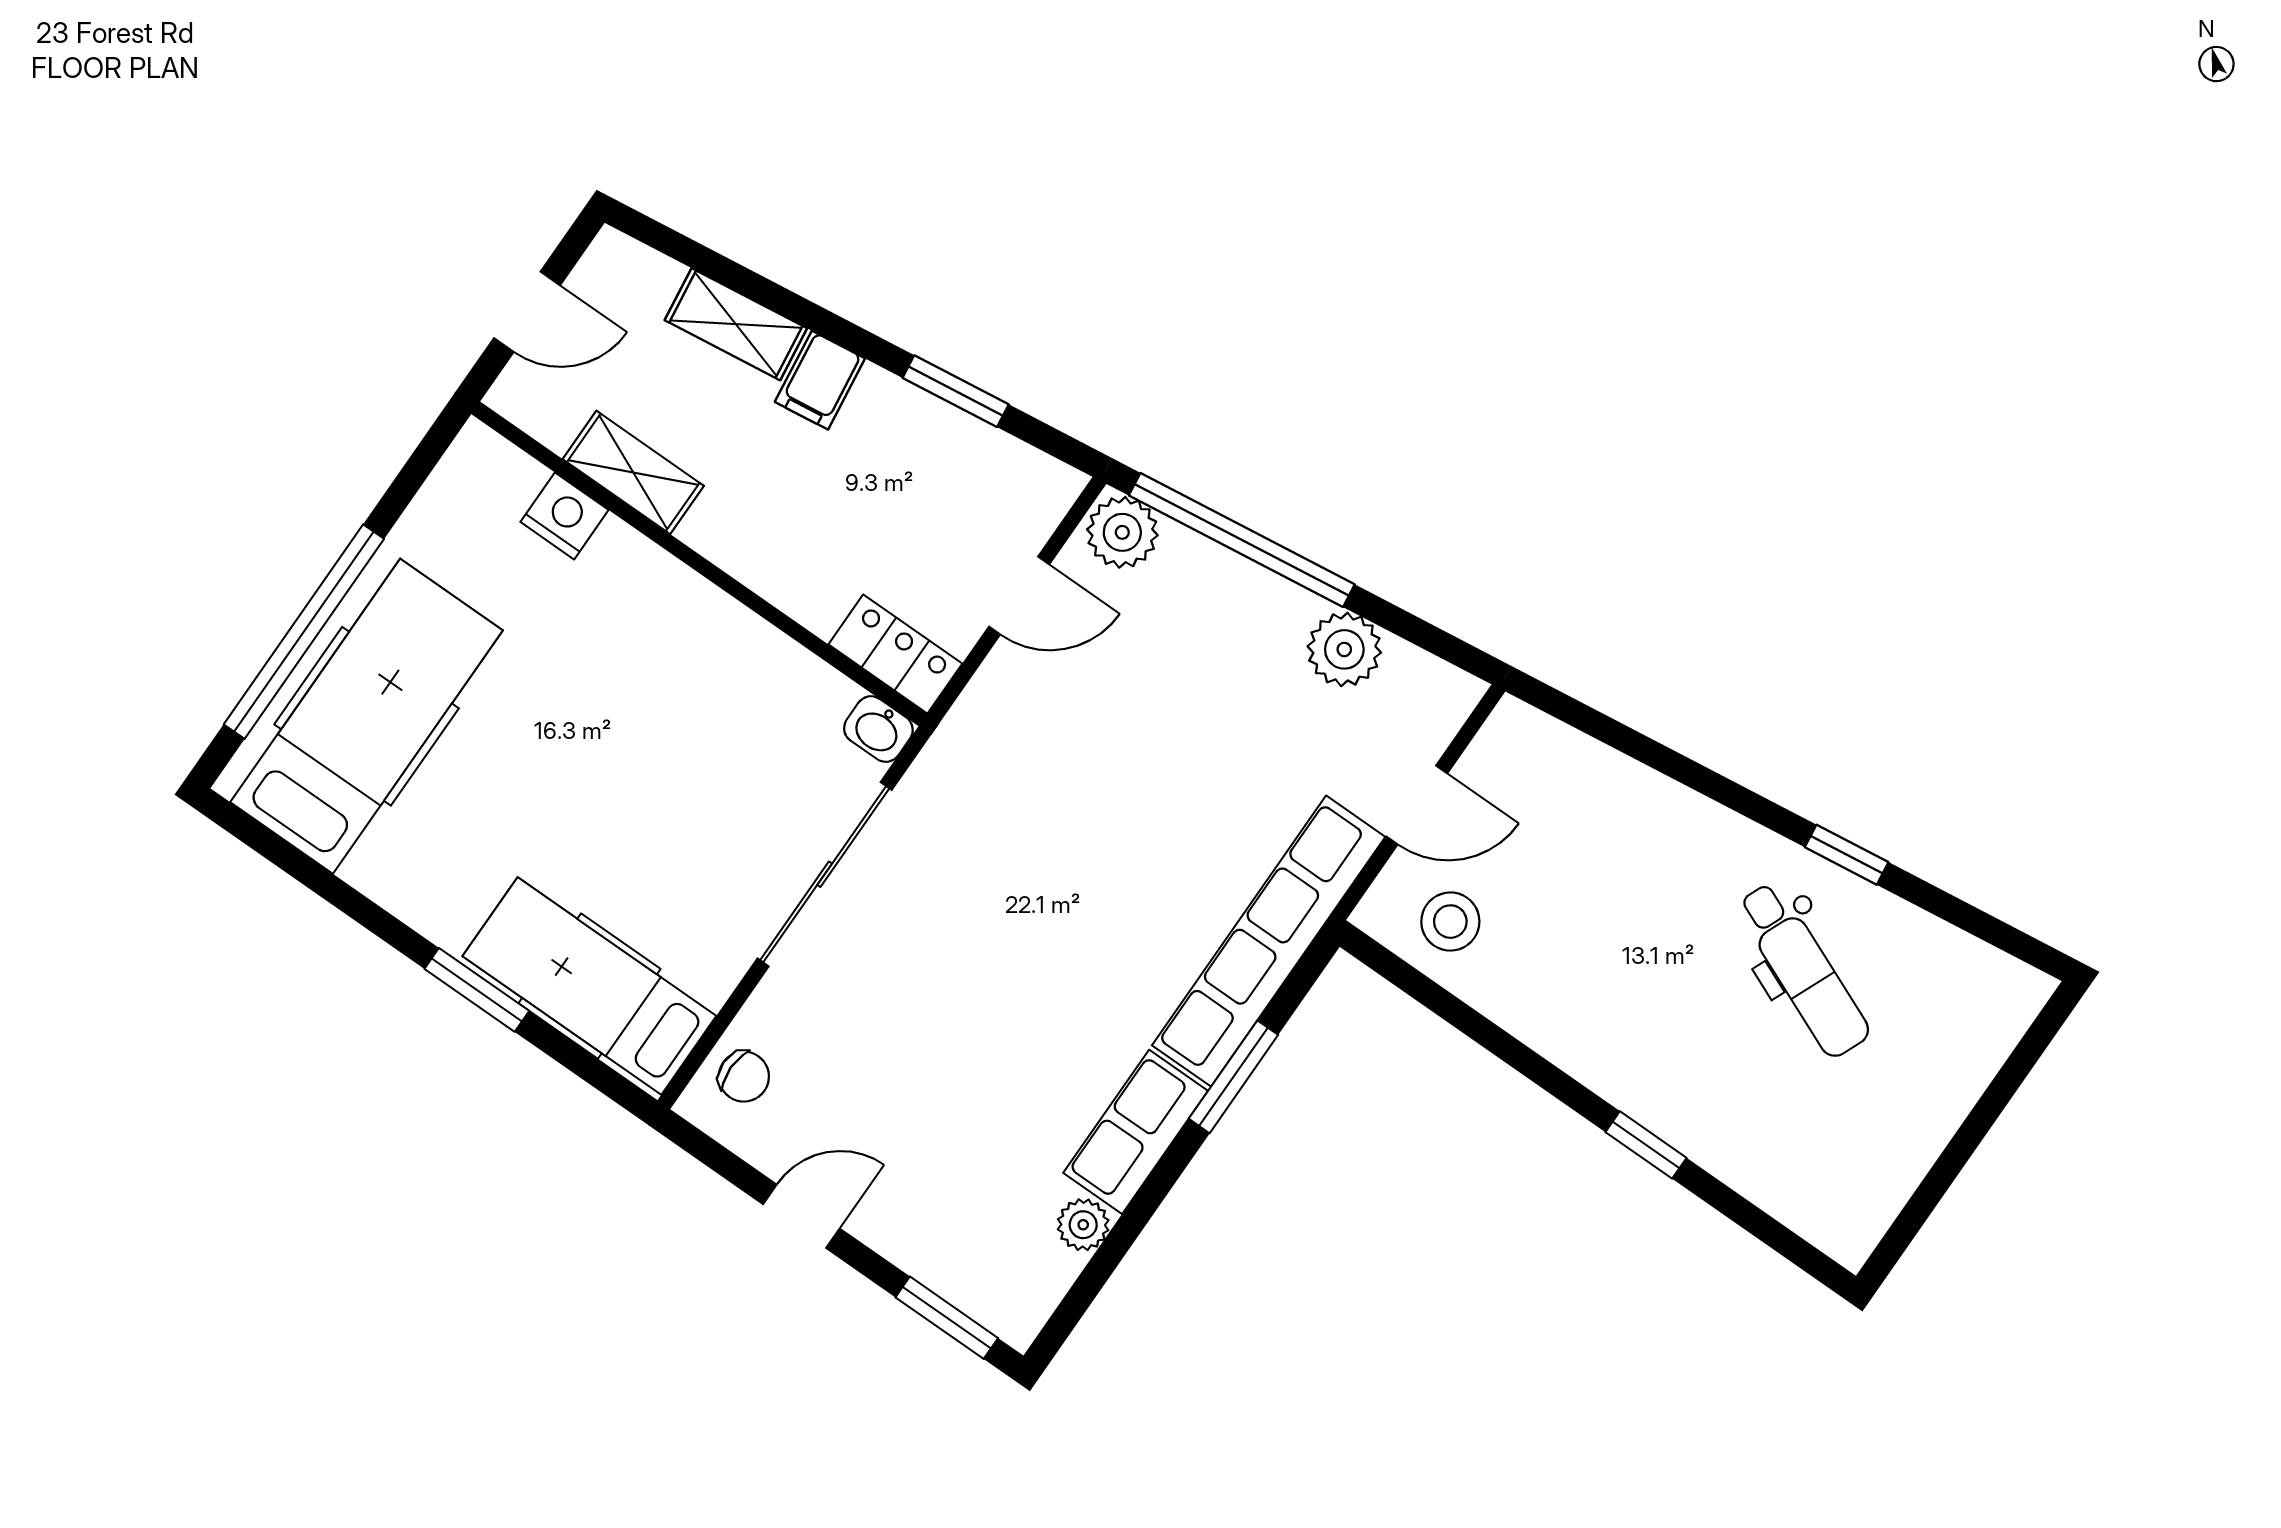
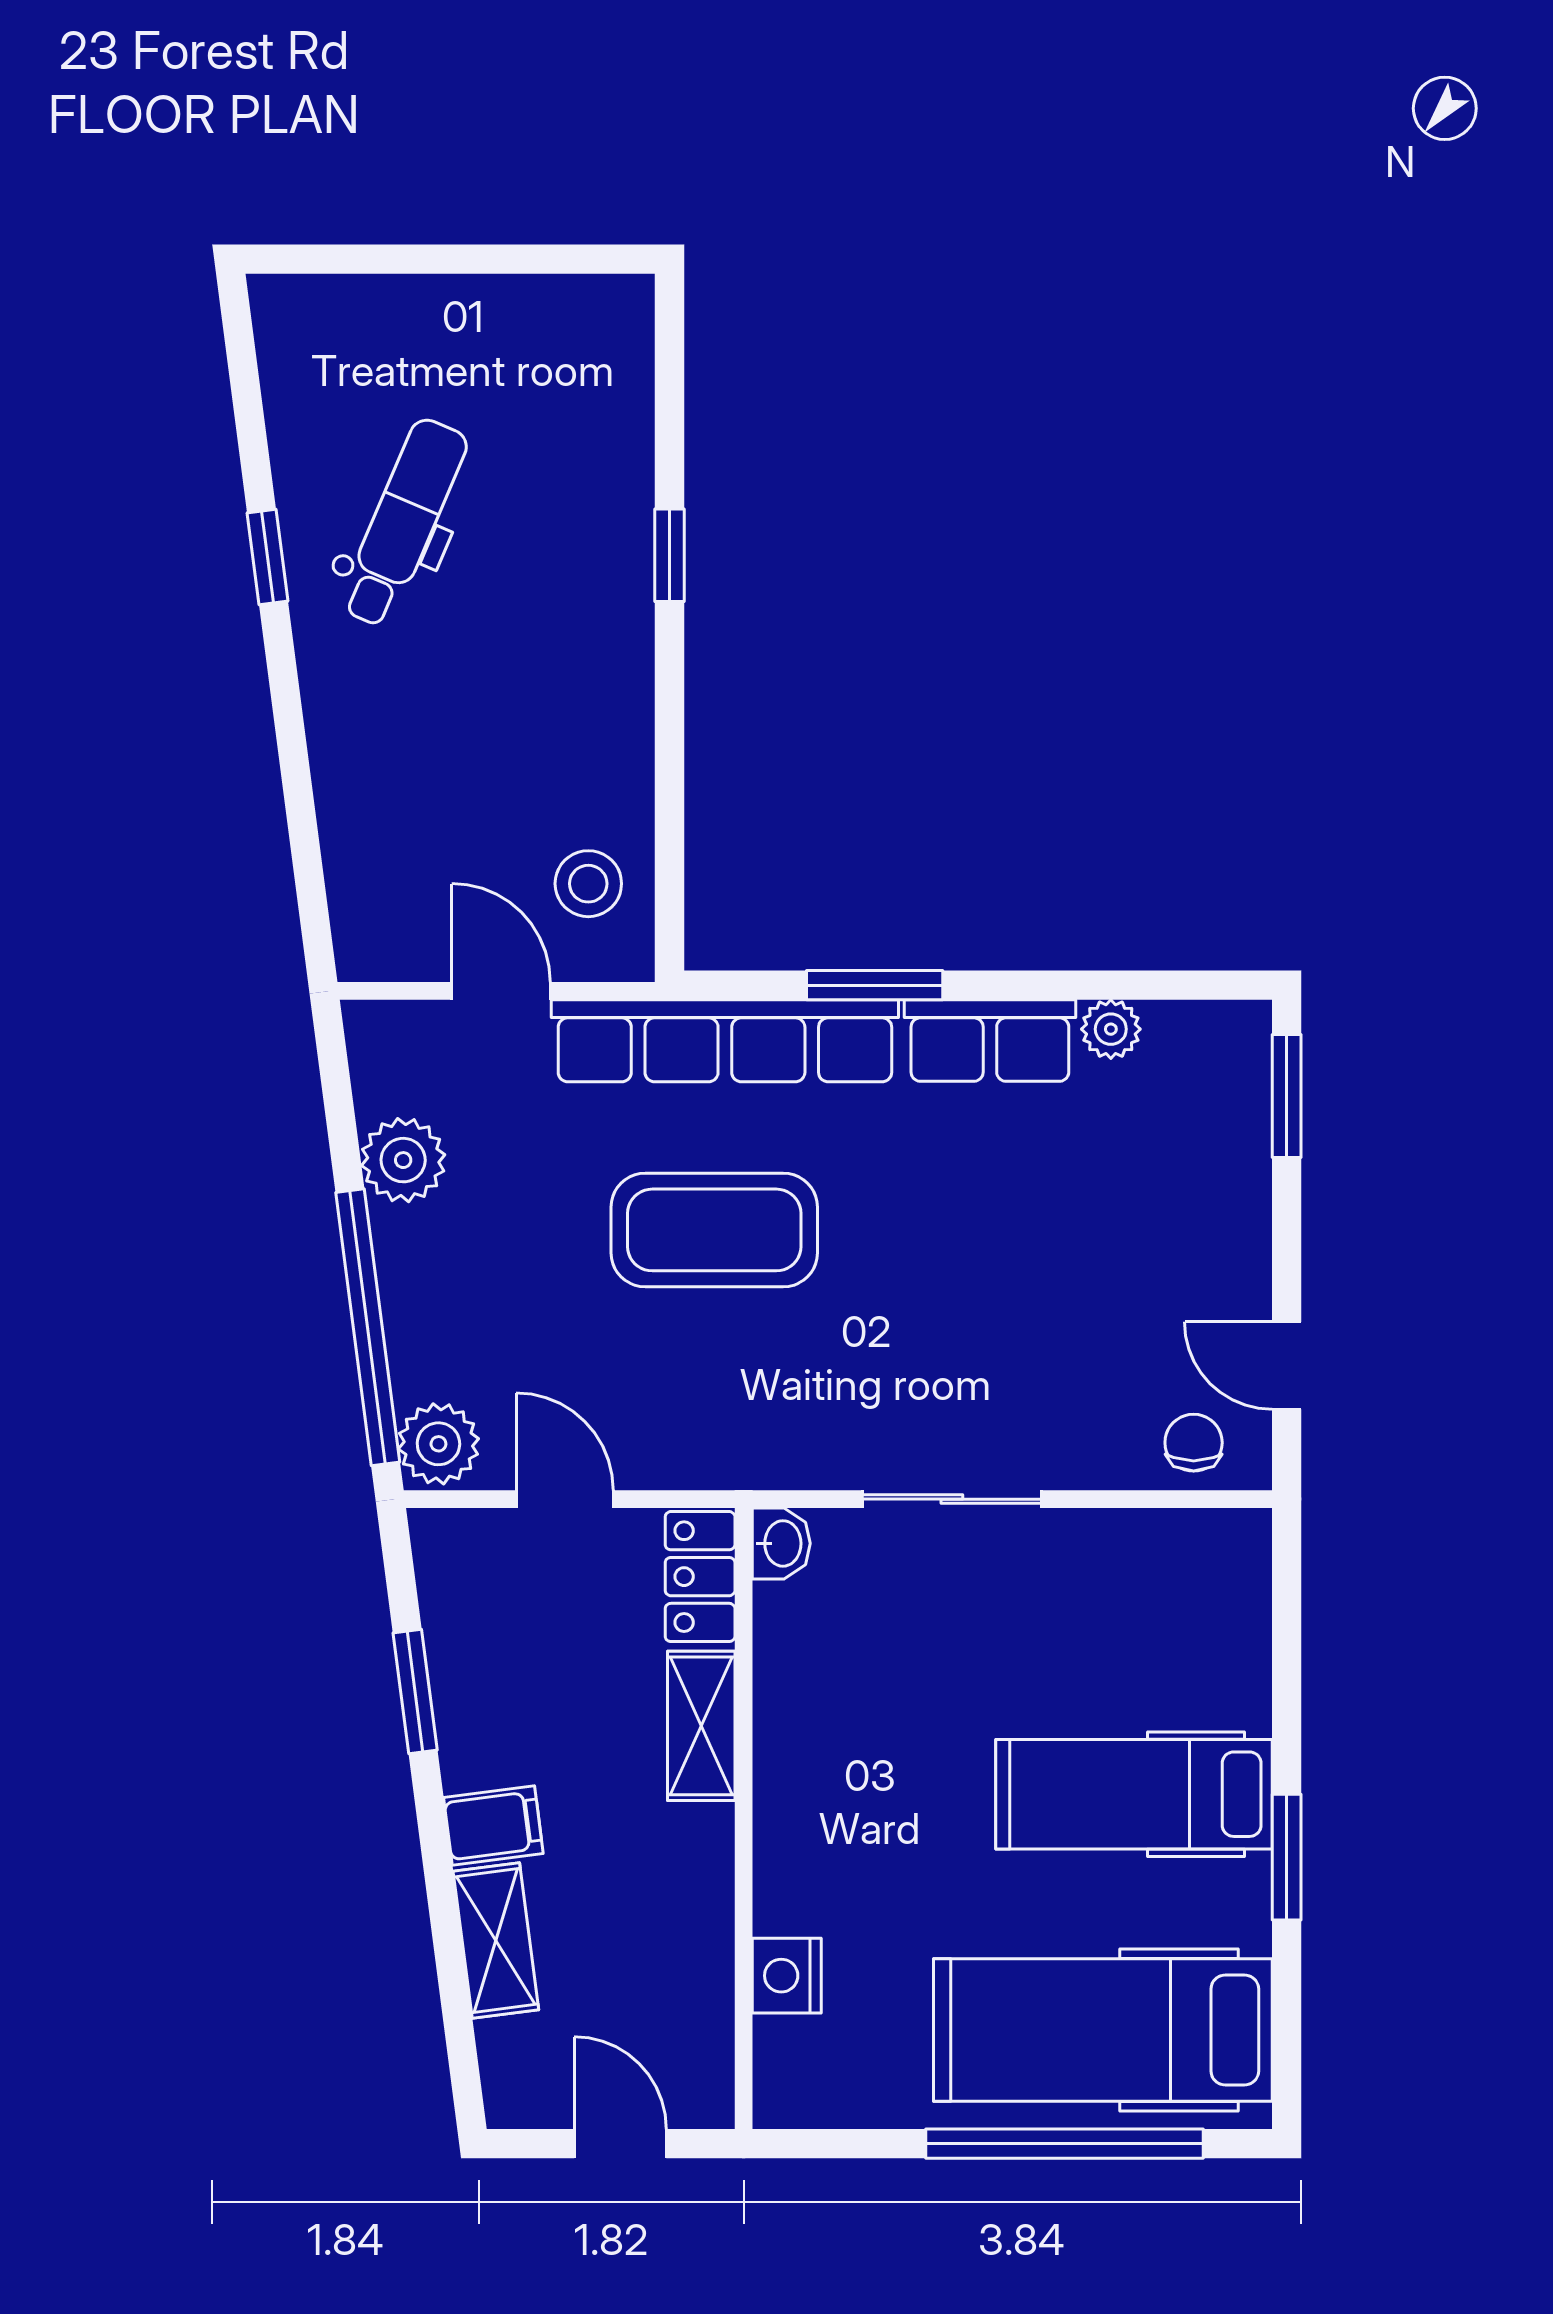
shelving: (633, 472) -> (701, 1726), moved
coffee table: (1138, 838) -> (714, 1230), added
sliding door: (825, 874) -> (952, 1499), width x0.73
hospital bed: (589, 986) -> (1134, 1794), moved, turned 90
window: (477, 990) -> (1287, 1857), moved
door: (801, 1216) -> (1287, 1366), moved

